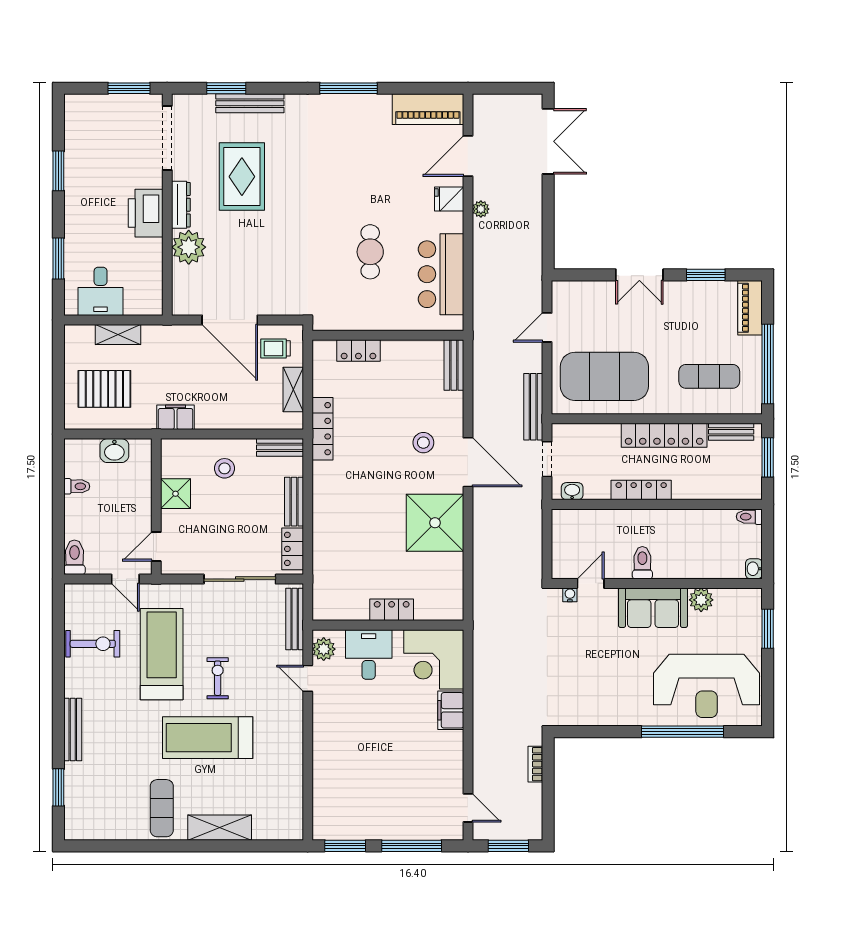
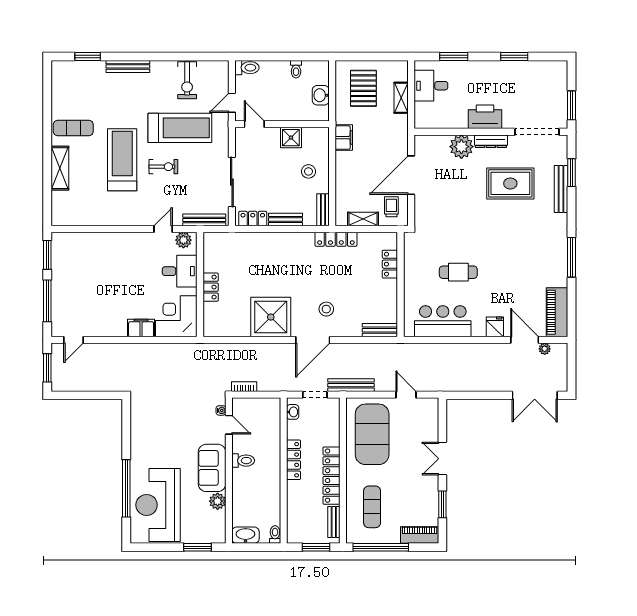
plant: (481, 209) -> (545, 349), moved
washbasin: (754, 569) -> (245, 535), width x1.91, depth x1.45
bookcase: (535, 764) -> (244, 387), moved

